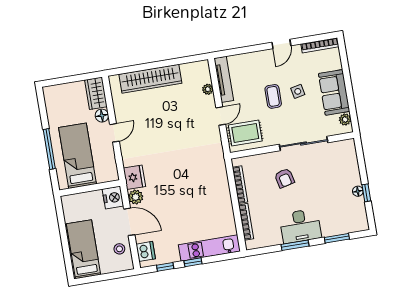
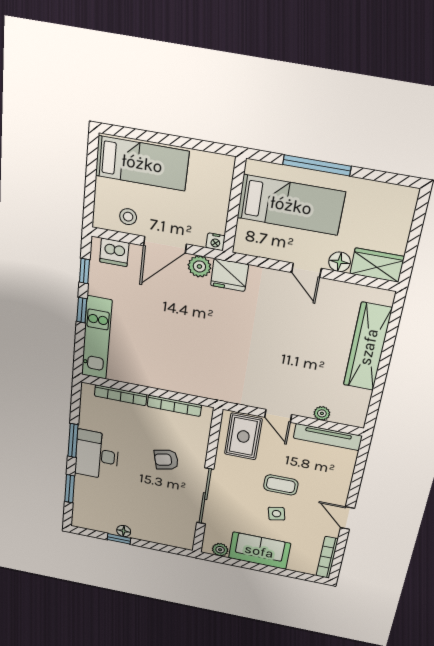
nightstand: (113, 198) -> (215, 242), width x0.53, depth x0.56

